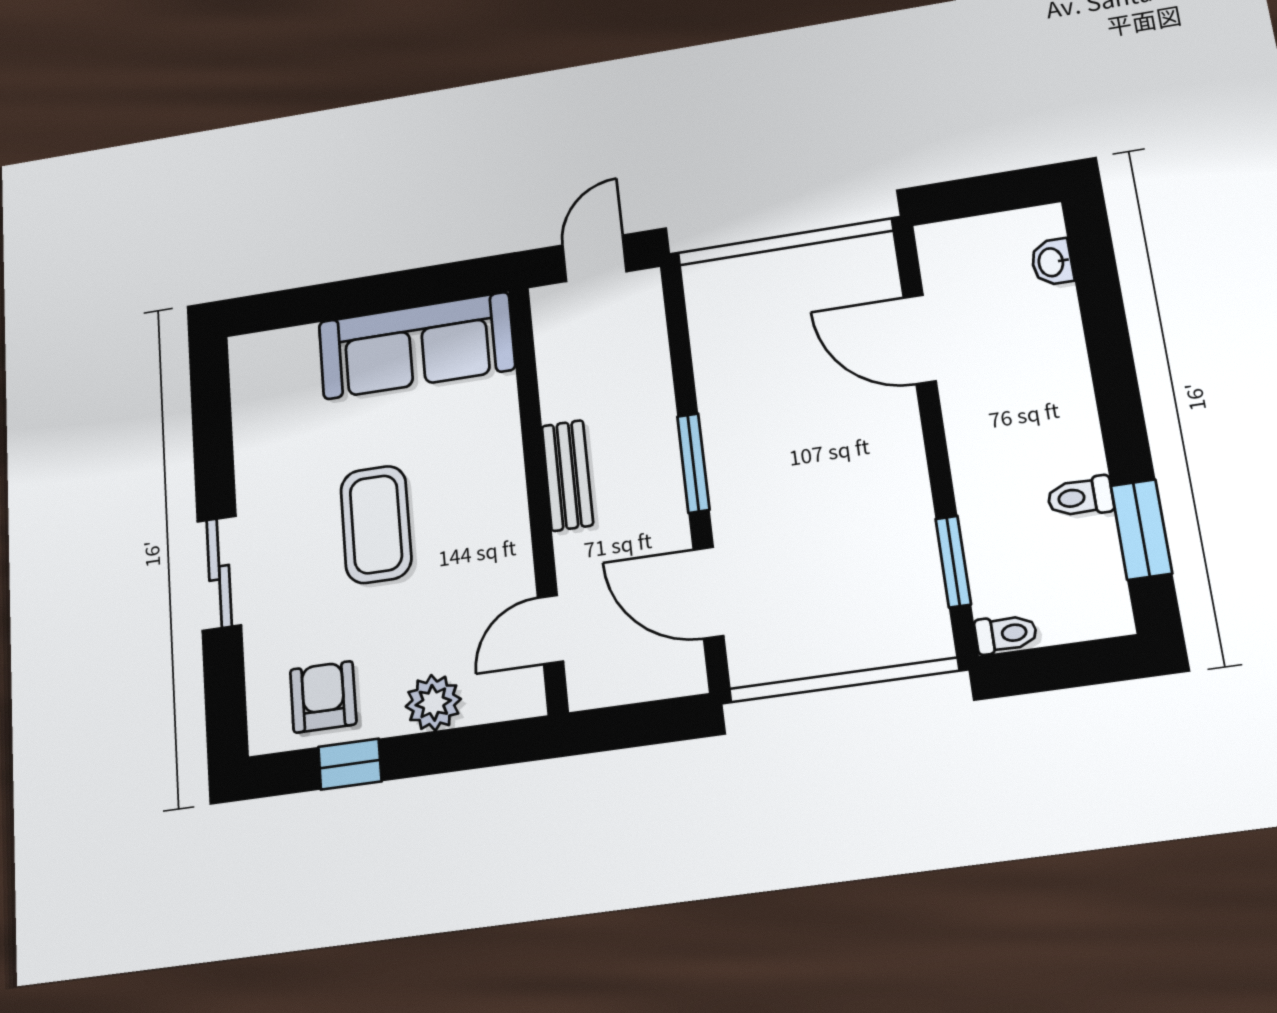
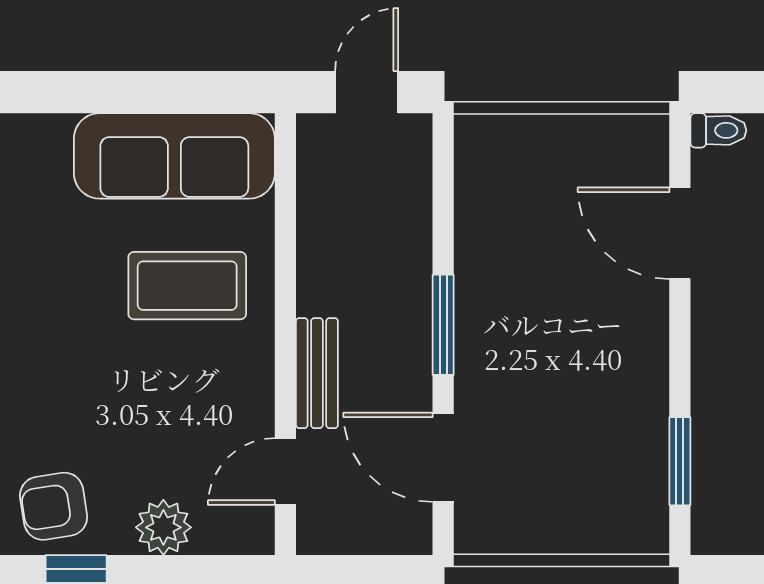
bench: (567, 475) -> (317, 373), moved
coffee table: (376, 524) -> (187, 286), moved, turned 90
toilet: (1006, 634) -> (718, 130), moved
armchair: (323, 697) -> (54, 506), turned -99

